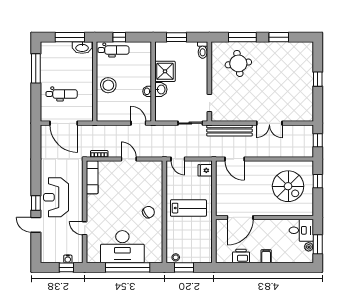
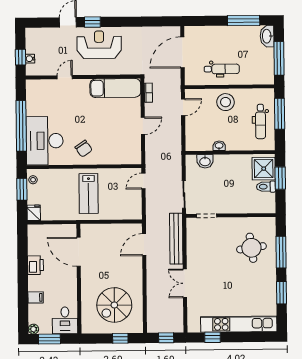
window: (119, 37) -> (280, 114), width x2.17
washbasin: (82, 48) -> (267, 36), moved
dental chair: (114, 50) -> (261, 122), moved
toilet: (203, 50) -> (266, 187), moved
shower: (165, 71) -> (264, 169), moved
kitchen unit: (306, 75) -> (239, 324), added
window: (318, 79) -> (213, 337), moved
washbasin: (161, 89) -> (205, 161), moved
dental chair: (62, 94) -> (222, 69), moved, turned -90
door: (138, 123) -> (183, 107), moved
fridge: (205, 170) -> (34, 213), moved
exam couch: (92, 177) -> (115, 88), width x1.36, depth x1.45
desk: (122, 247) -> (45, 141), moved
plant: (309, 247) -> (33, 329), moved
printer: (241, 256) -> (35, 265), moved
filing cabinet: (266, 256) -> (36, 297), moved

